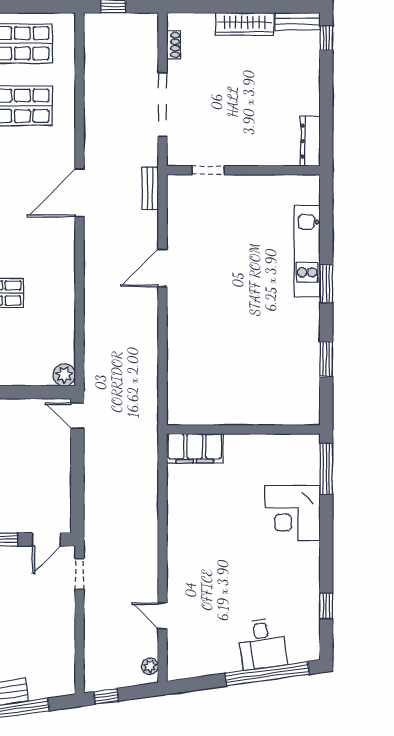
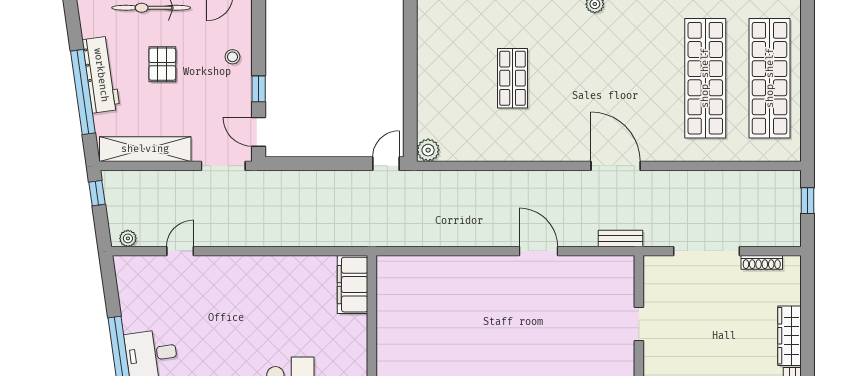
shoe rack: (173, 45) -> (762, 262), width x1.43
doorway: (208, 170) -> (639, 324), moved
doorway: (79, 574) -> (223, 166), width x1.38
shelving: (63, 650) -> (145, 149), added

